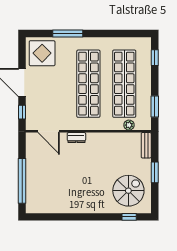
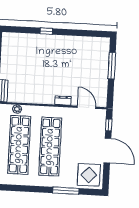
window: (22, 181) -> (112, 66), width x0.68
spiral stairs: (128, 191) -> (21, 52), removed
window: (129, 217) -> (46, 31), moved

